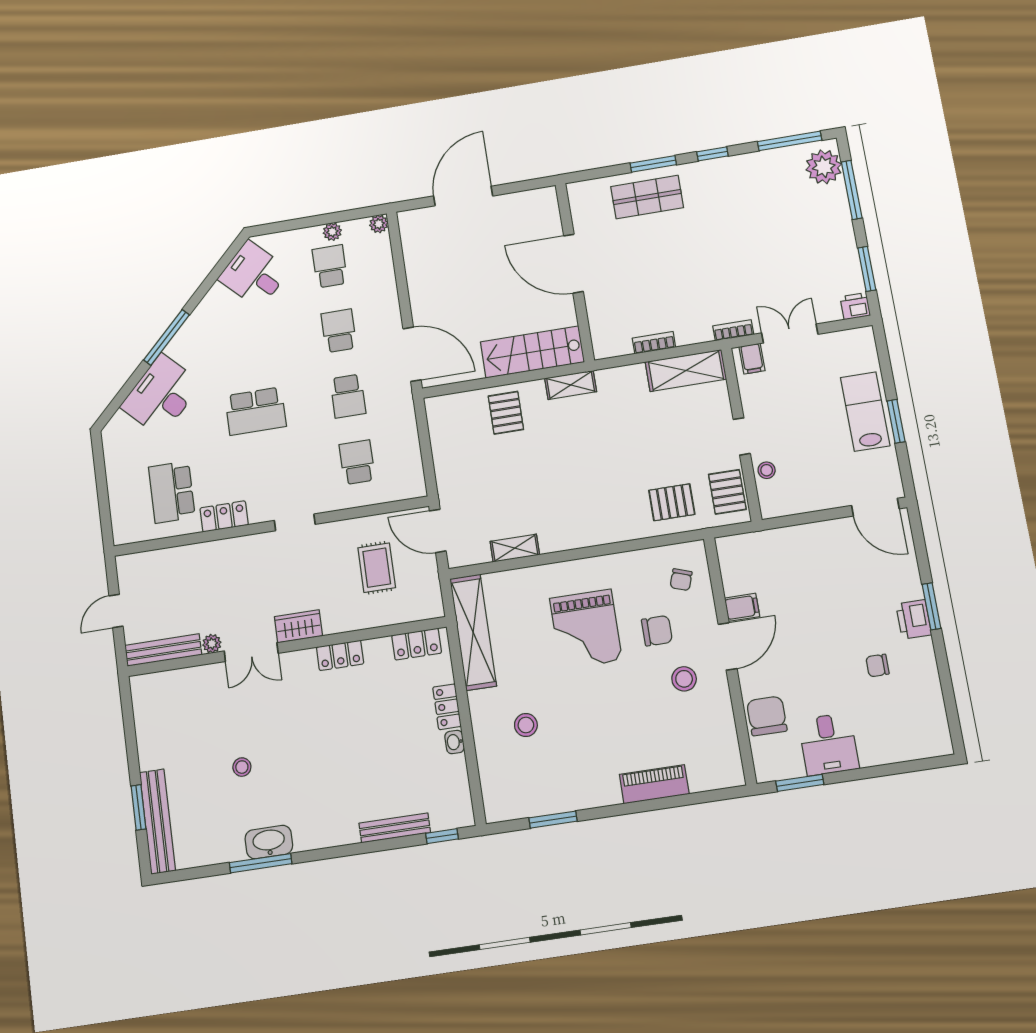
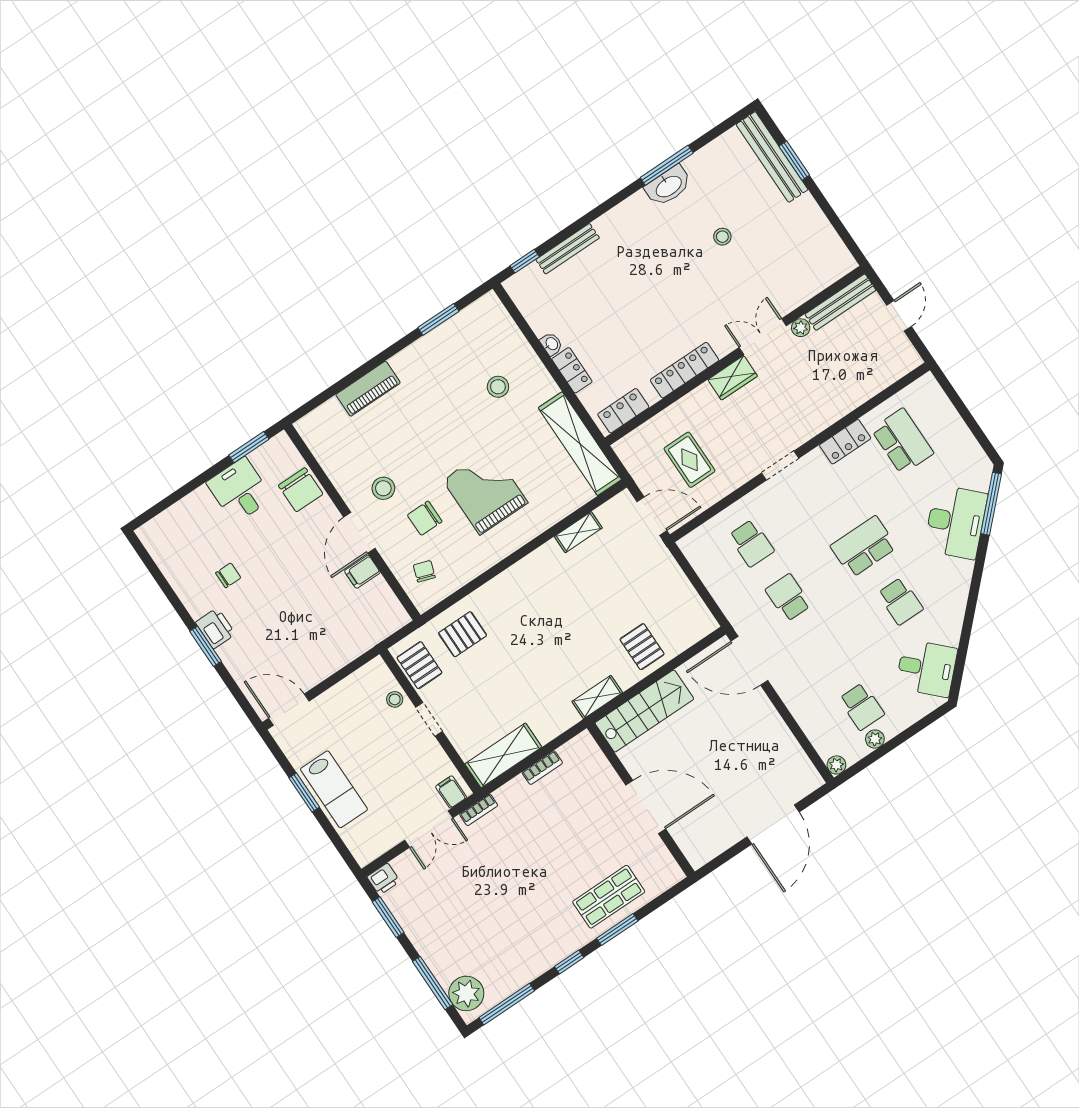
school desk: (339, 331) -> (900, 601), moved
window: (167, 337) -> (991, 504), moved
locker: (340, 655) -> (684, 370), width x1.53

